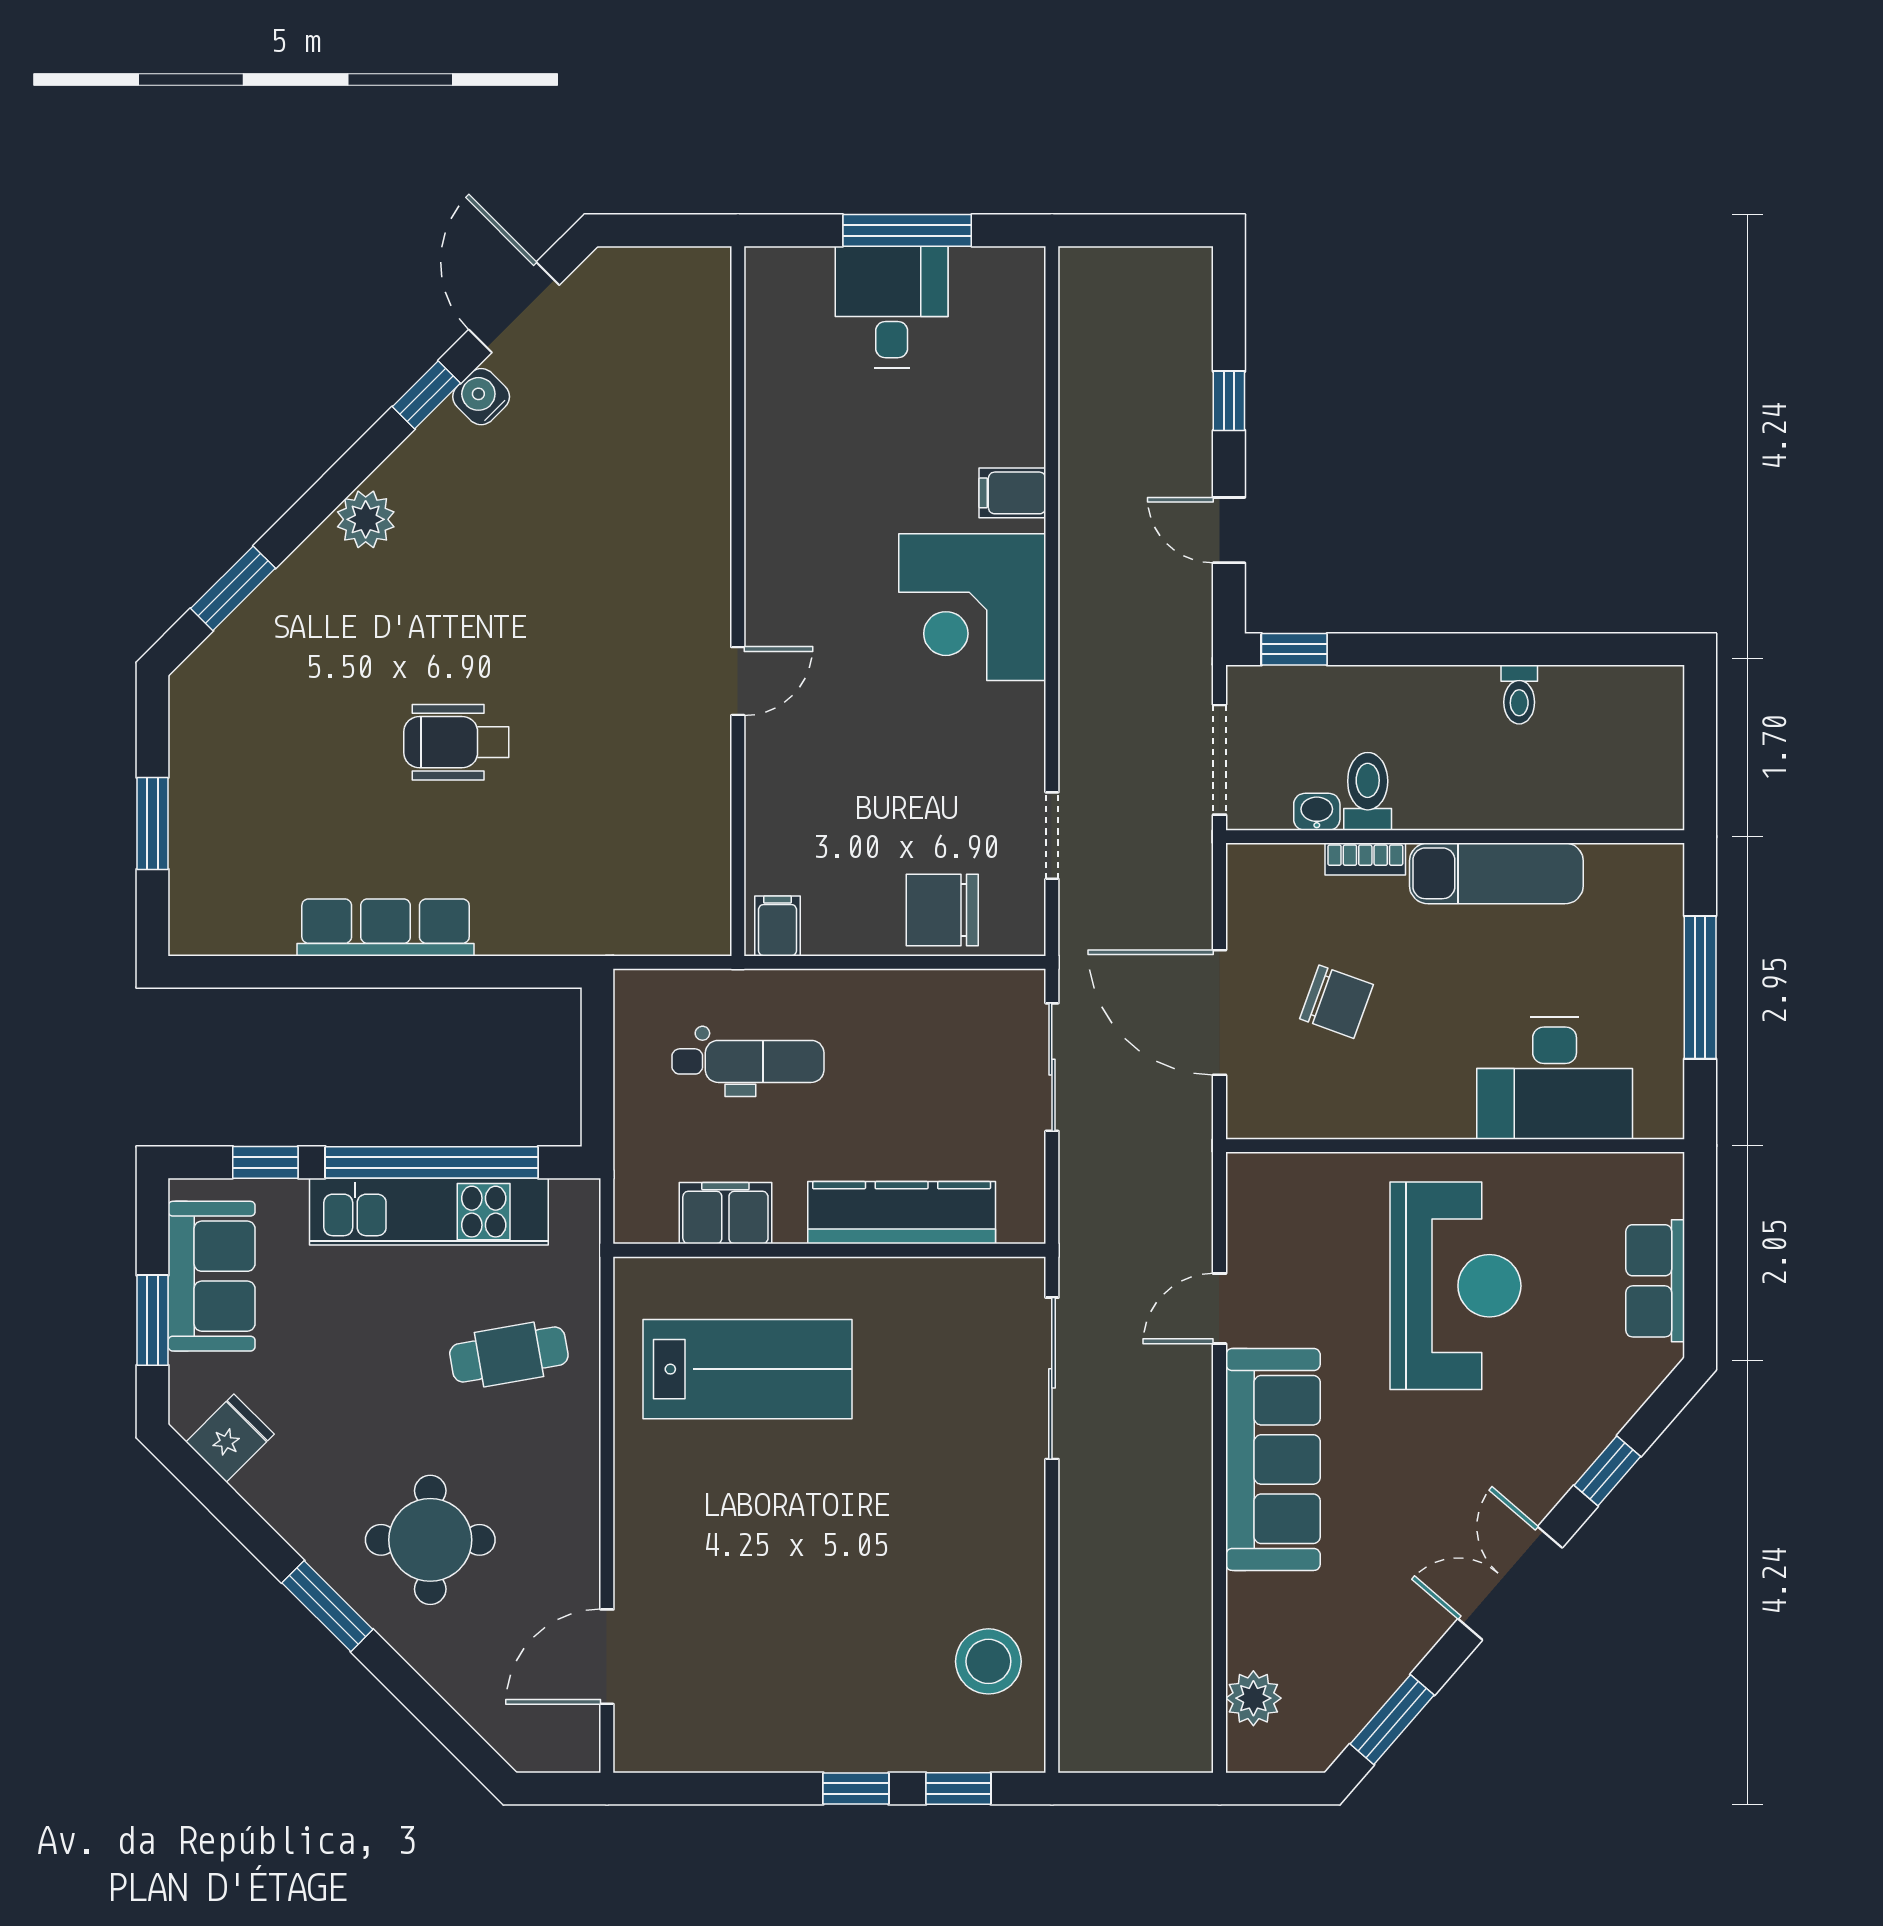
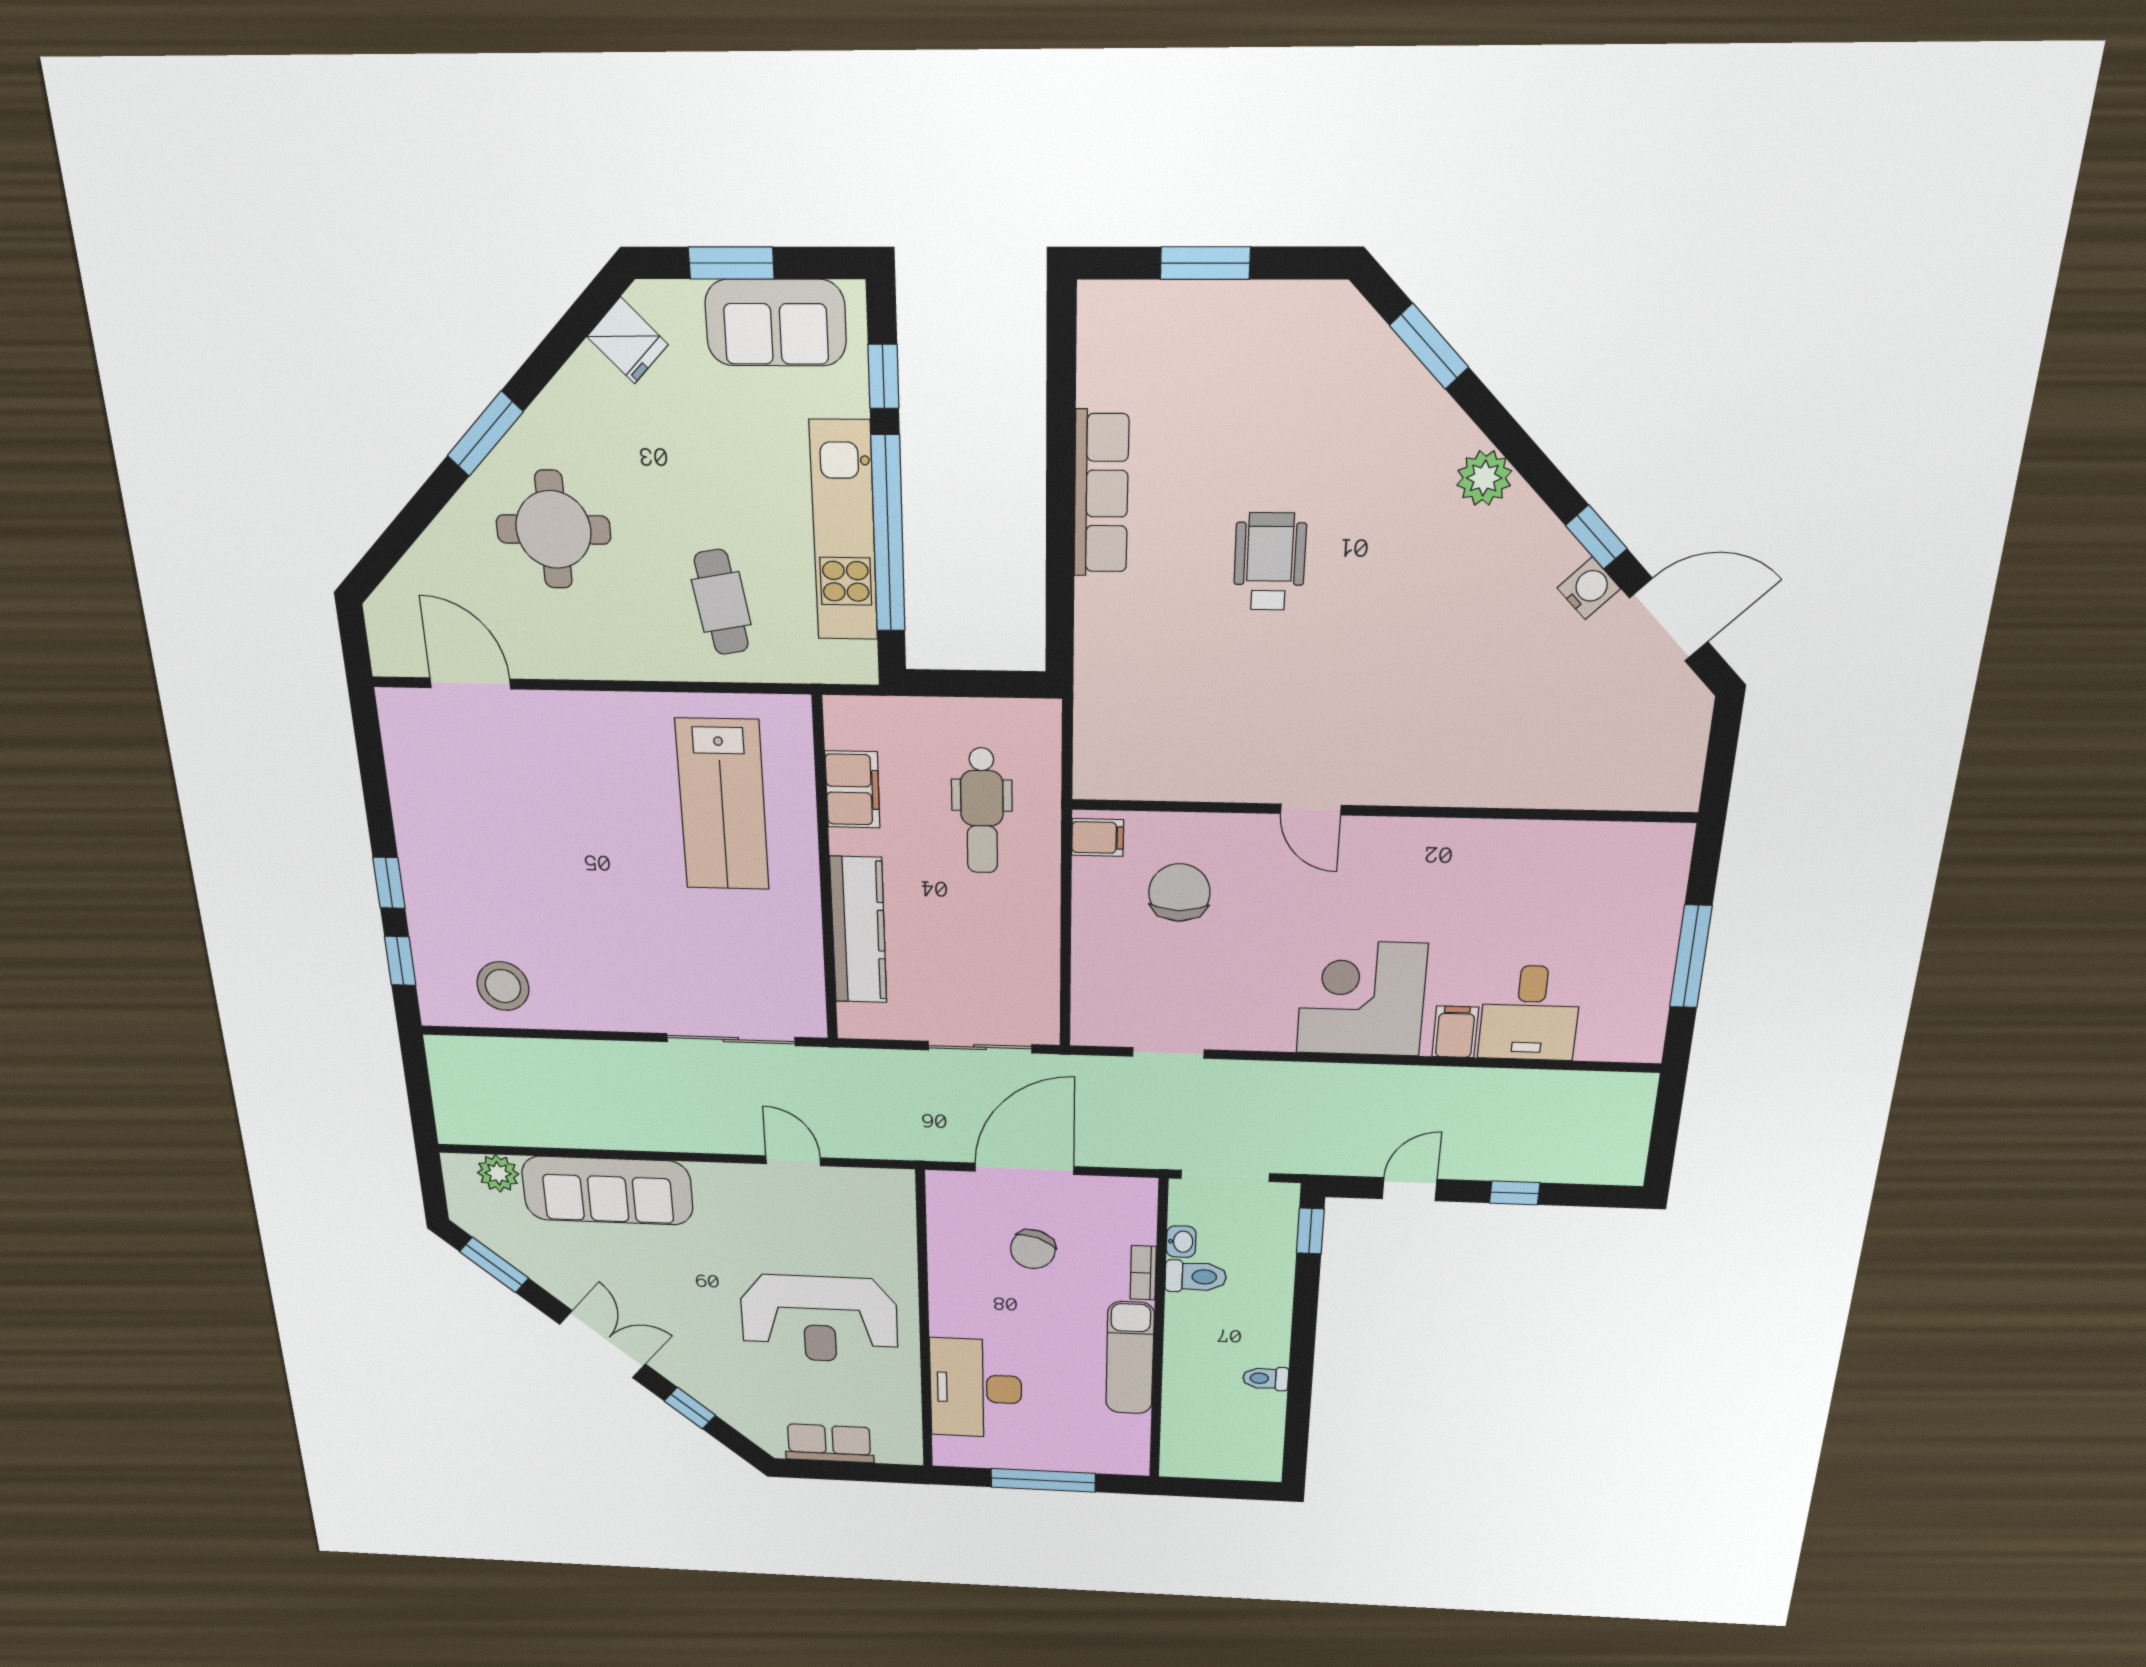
desk: (892, 307) -> (1530, 1013), moved, turned 90
chair: (942, 910) -> (1179, 893), moved
sofa: (1273, 1459) -> (607, 1191), moved

